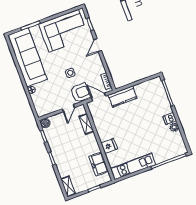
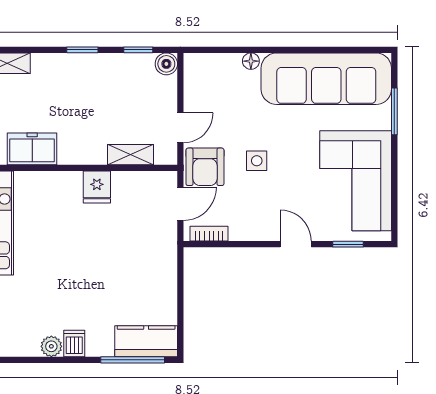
kitchen counter: (123, 96) -> (146, 341), moved, turned 90
door: (68, 108) -> (180, 128), swing flipped
fridge: (109, 146) -> (97, 187), moved

